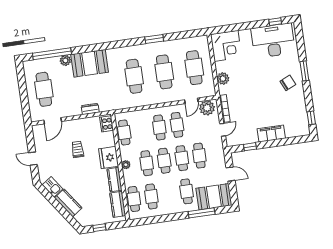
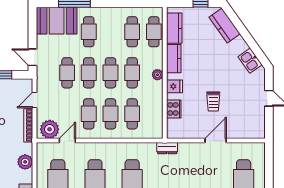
dresser: (90, 109) -> (167, 148), moved
door: (53, 121) -> (216, 141), moved
cooker: (107, 124) -> (174, 109), moved
cafe table: (124, 133) -> (132, 114), moved
fridge: (109, 157) -> (175, 86), width x0.53, depth x0.75
door: (231, 174) -> (33, 57), moved
kitchen counter: (68, 203) -> (225, 25), moved

